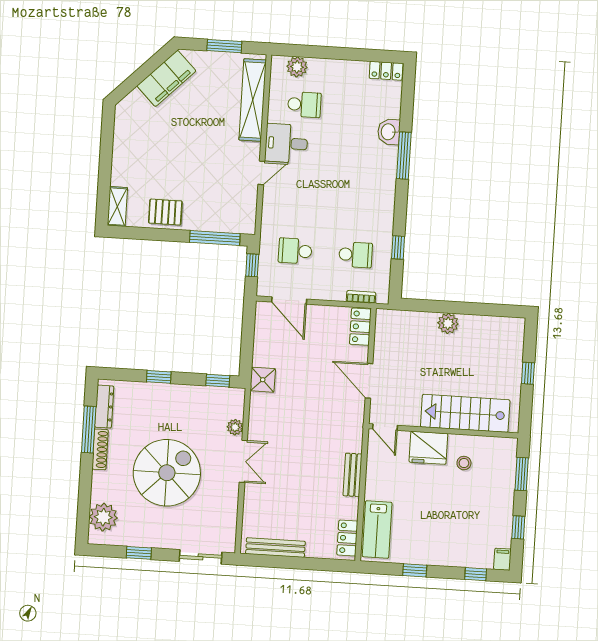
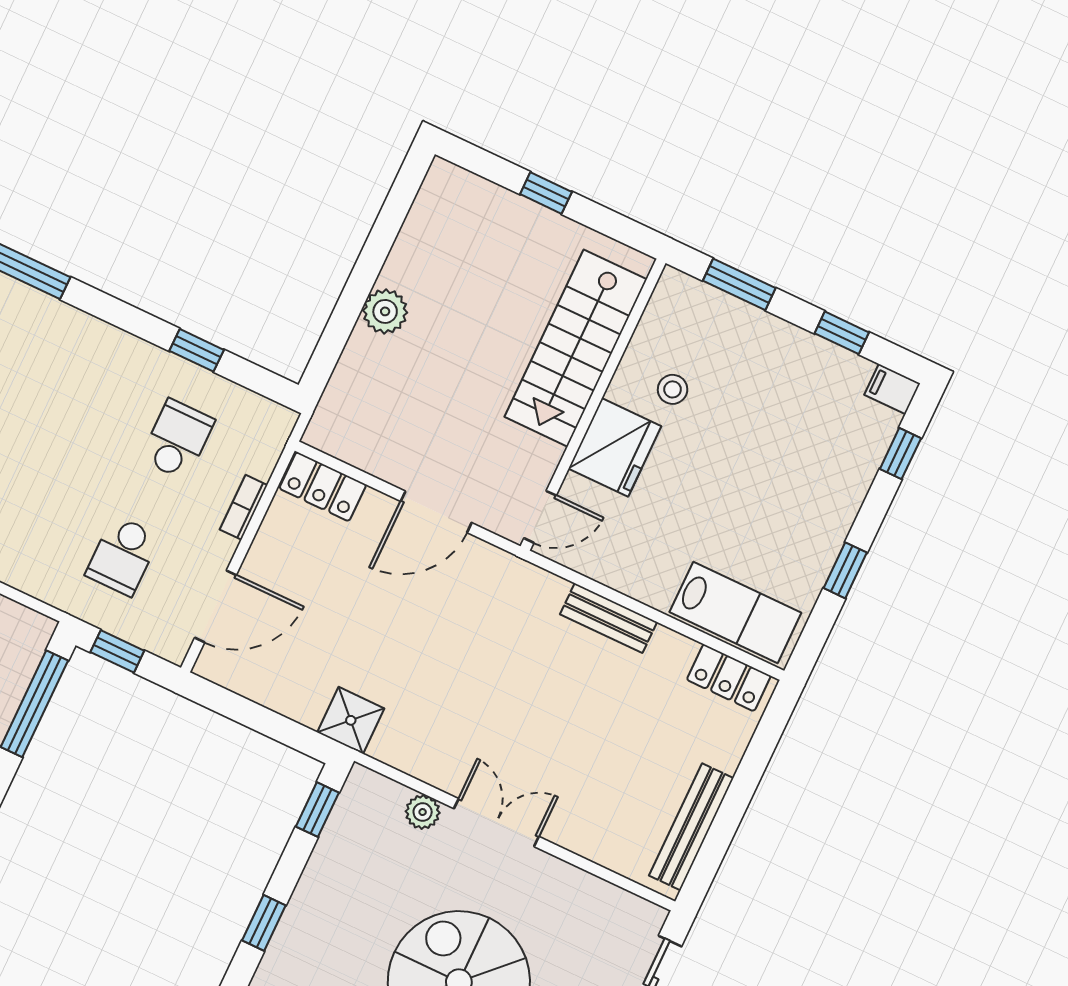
bookcase: (361, 297) -> (244, 507), moved

